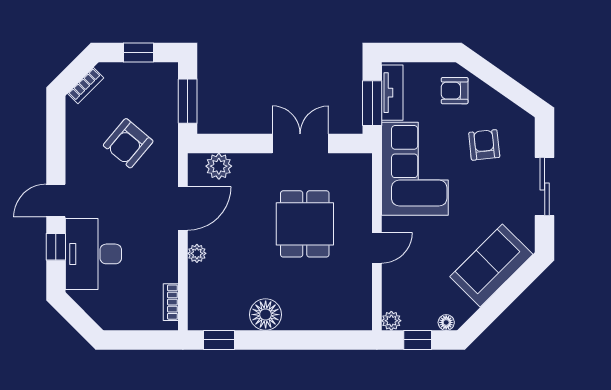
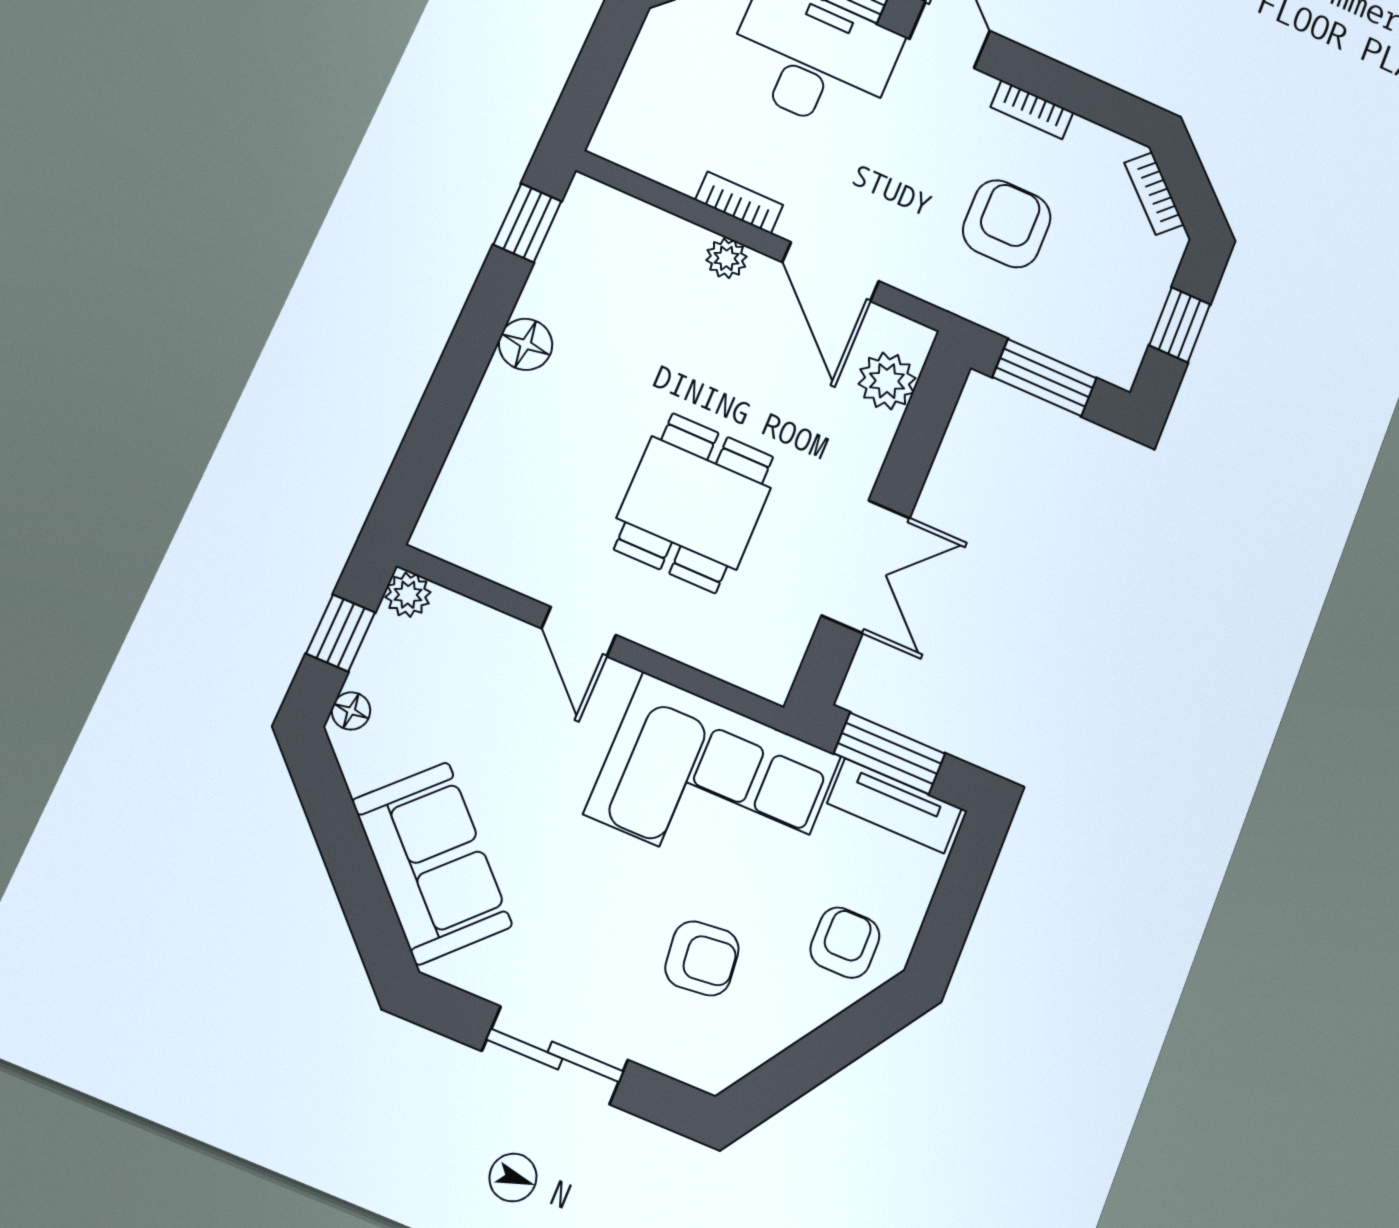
armchair: (128, 143) -> (1007, 224), turned 50
bookcase: (73, 152) -> (1032, 110), added
dining table: (305, 224) -> (694, 503), turned 90
bookcase: (171, 302) -> (739, 203), moved
floor lamp: (266, 315) -> (526, 344), width x0.73, depth x0.73

